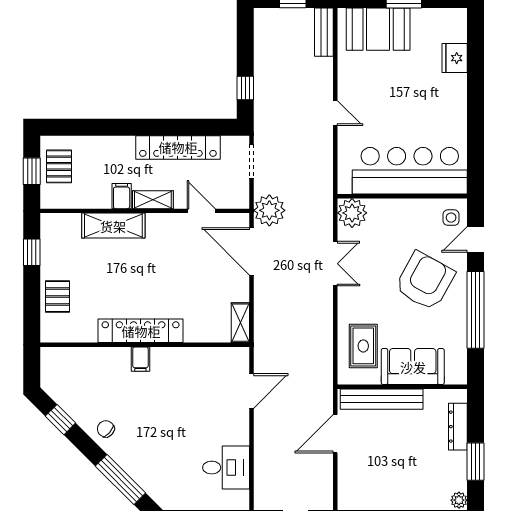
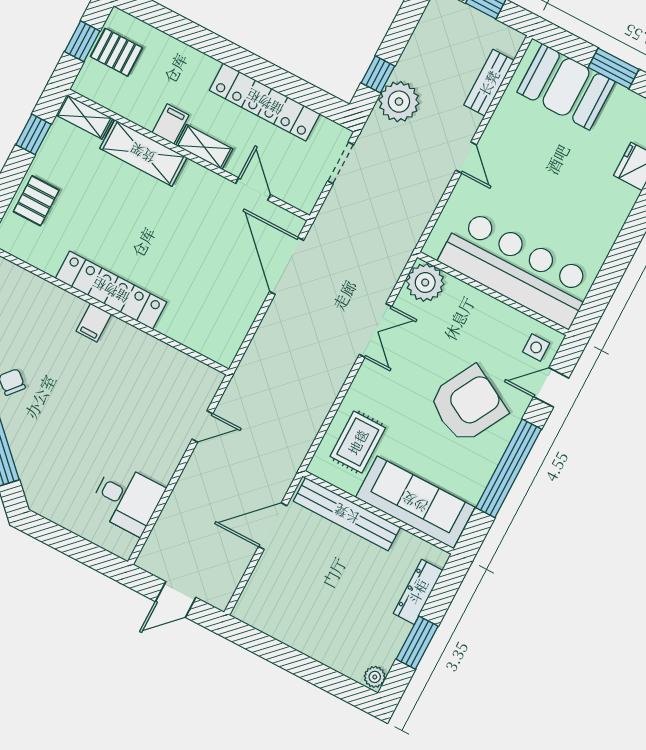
bench: (324, 32) -> (489, 83), moved
pallet: (59, 166) -> (116, 52), turned 90
plant: (269, 210) -> (399, 102), moved
shelving: (240, 323) -> (84, 117), moved, turned 90
sofa: (413, 367) -> (415, 502), width x1.36
door: (252, 391) -> (202, 426), width x0.73

